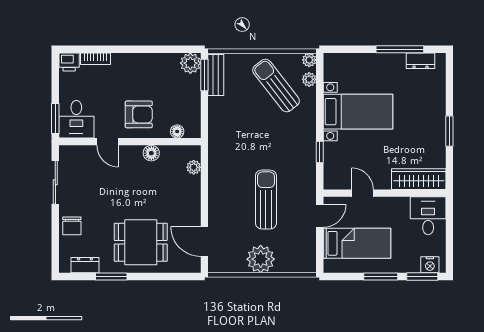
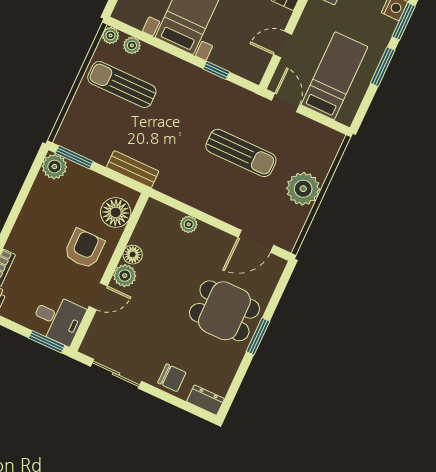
bench: (216, 75) -> (133, 169), moved
sun lounger: (276, 86) -> (122, 85), turned 38
floor lamp: (177, 131) -> (116, 212), width x1.89, depth x1.89
plant: (133, 154) -> (125, 276), added
plant: (194, 167) -> (189, 224), moved
sun lounger: (266, 200) -> (241, 153), turned 180
dining table: (141, 242) -> (224, 311), turned 90
dresser: (85, 265) -> (205, 400), moved, turned 90
window: (111, 277) -> (258, 336), moved

